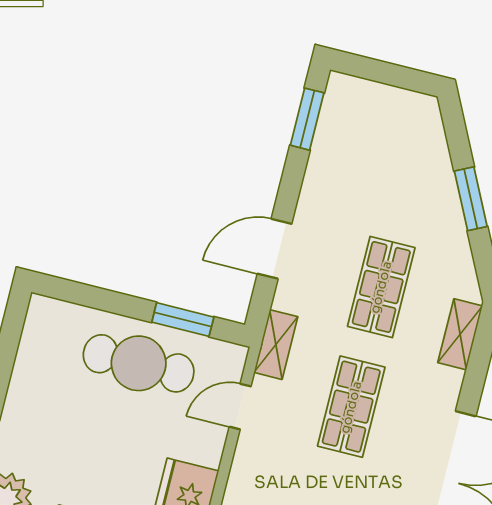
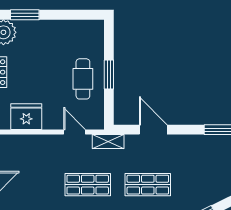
window: (183, 320) -> (109, 75), moved
cafe table: (139, 363) -> (83, 79), width x0.73, depth x0.74

